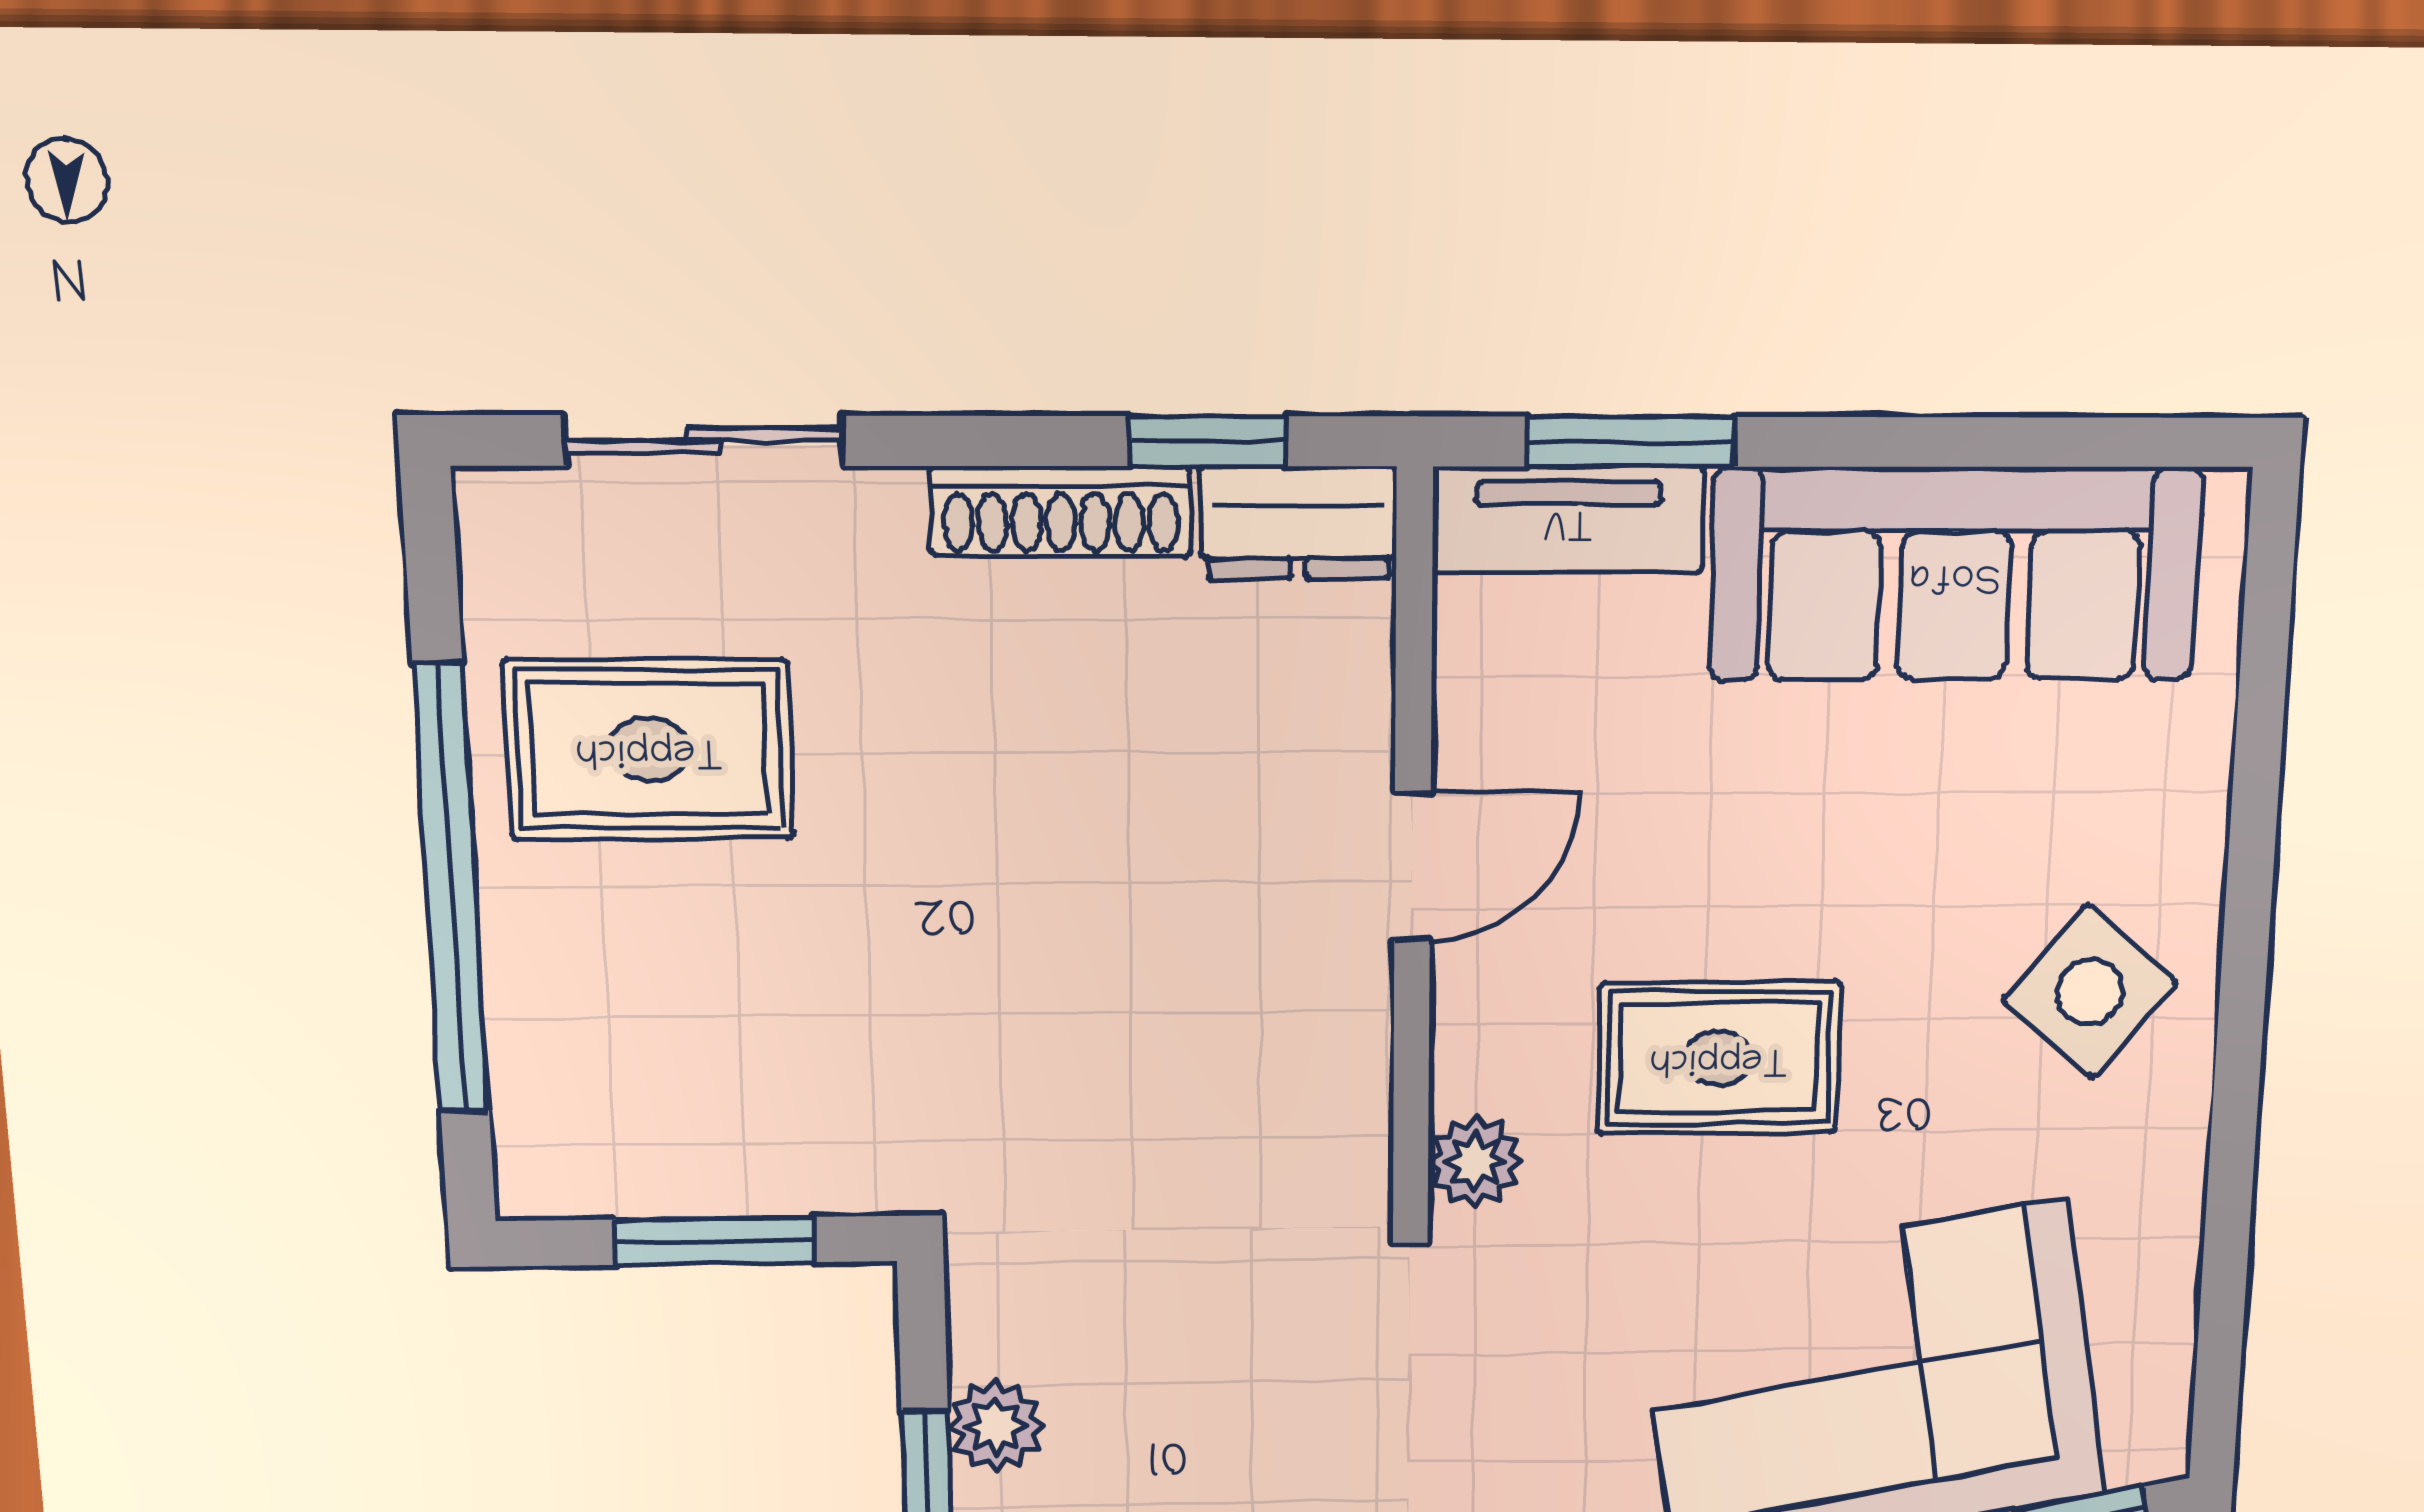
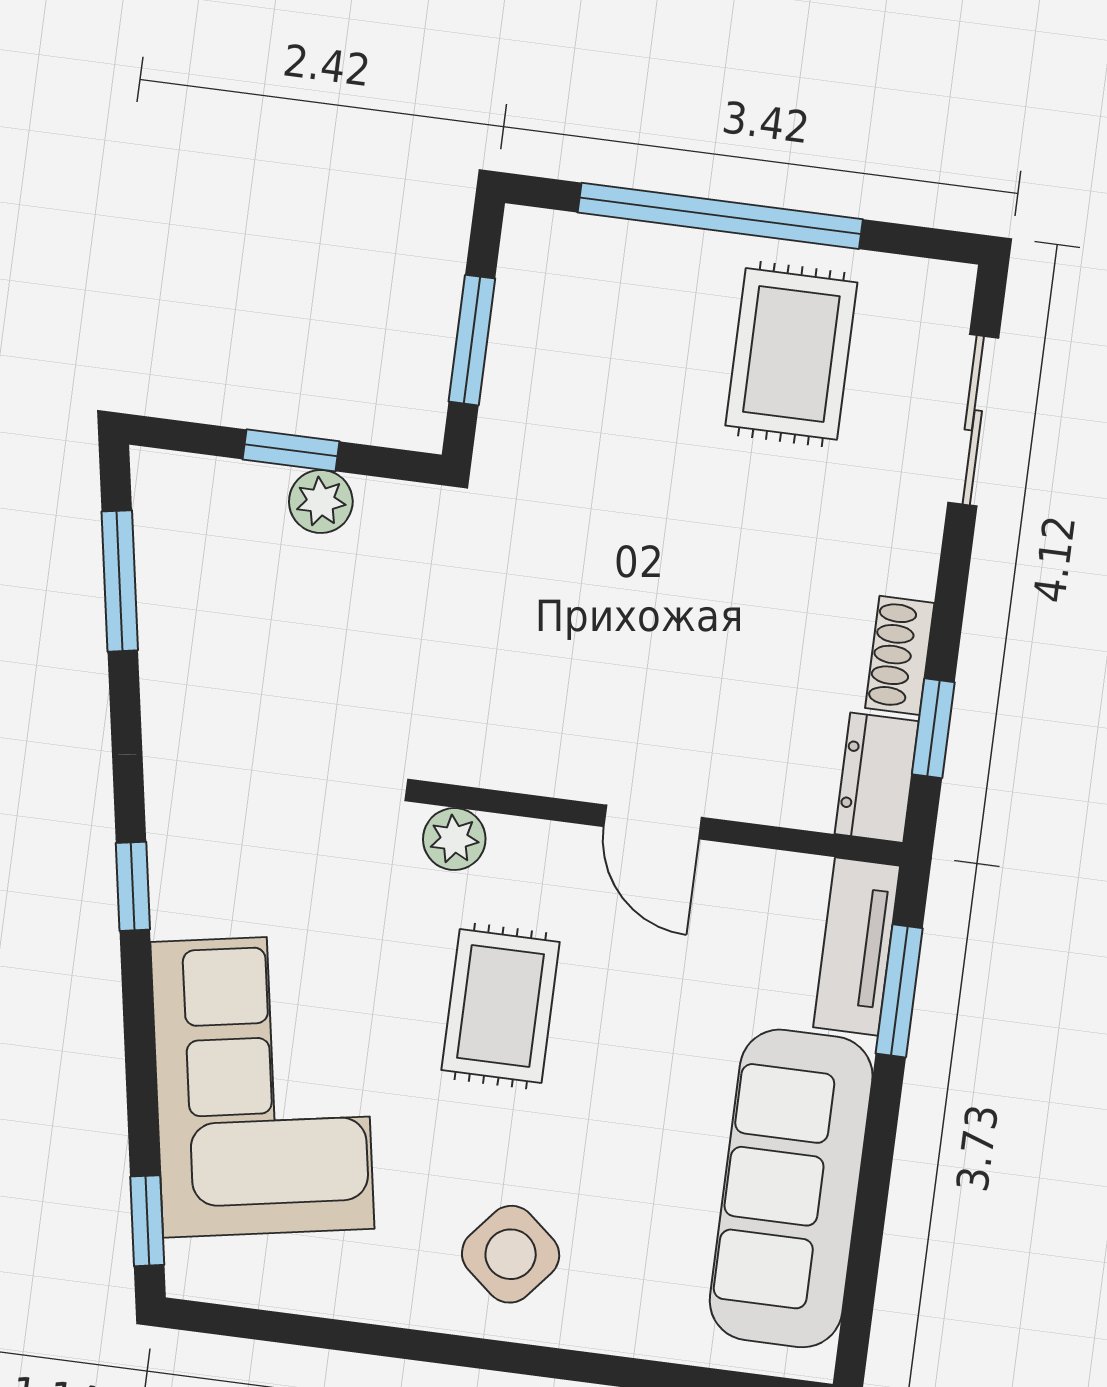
shoe rack: (1061, 511) -> (900, 655), width x0.70

